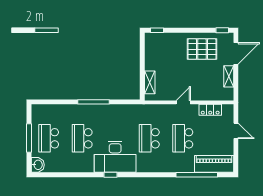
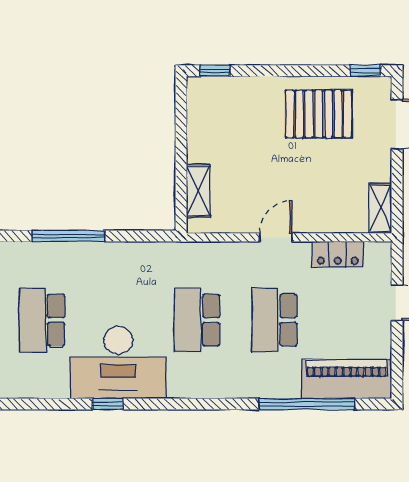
shelving: (229, 76) -> (380, 208), moved

